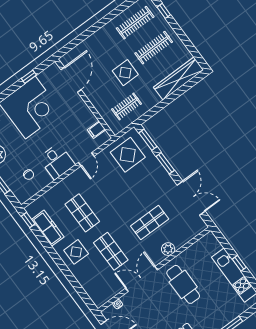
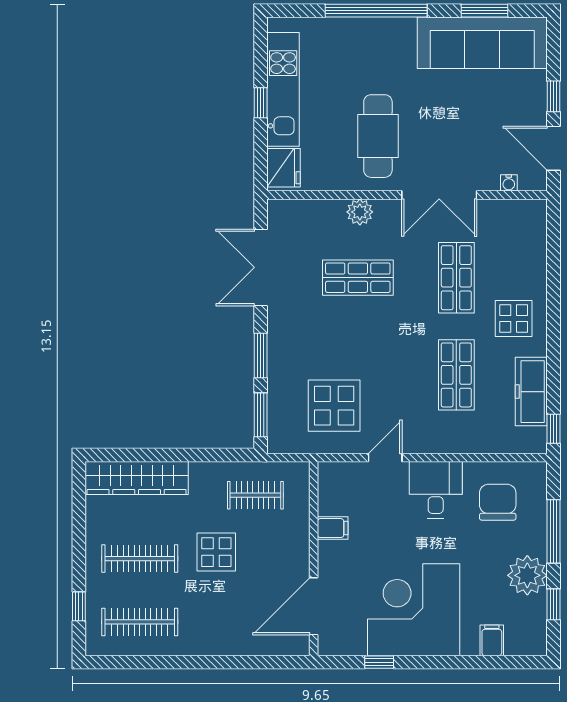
filing cabinet: (96, 130) -> (333, 528), moved
display table: (128, 155) -> (334, 406), moved
chair: (29, 175) -> (498, 502), width x1.87, depth x1.87
fridge: (211, 244) -> (284, 168), added

